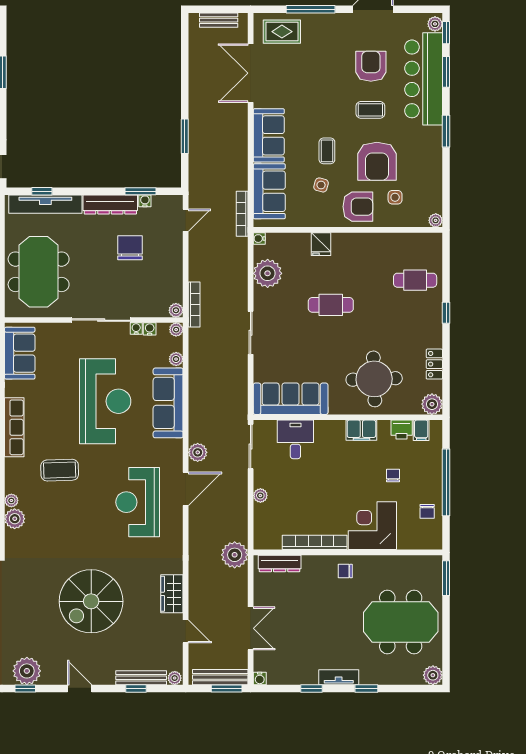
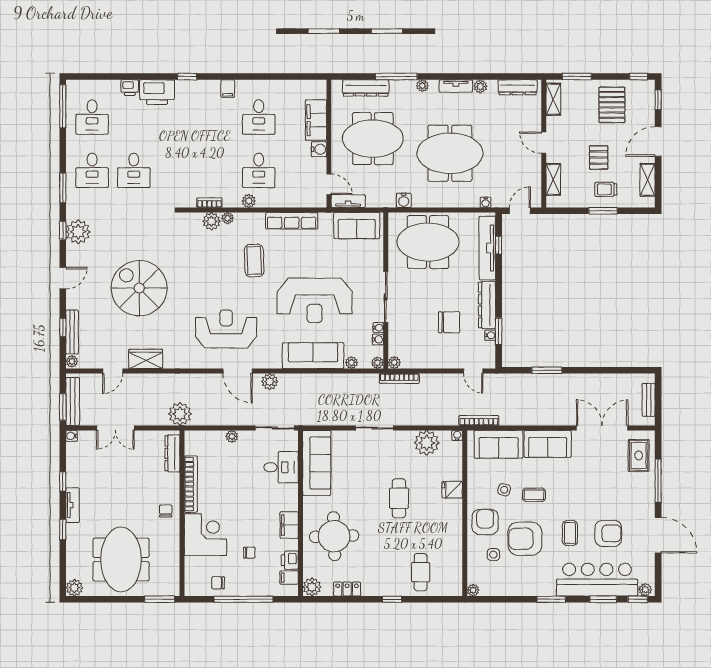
armchair: (358, 207) -> (485, 522), turned 180

